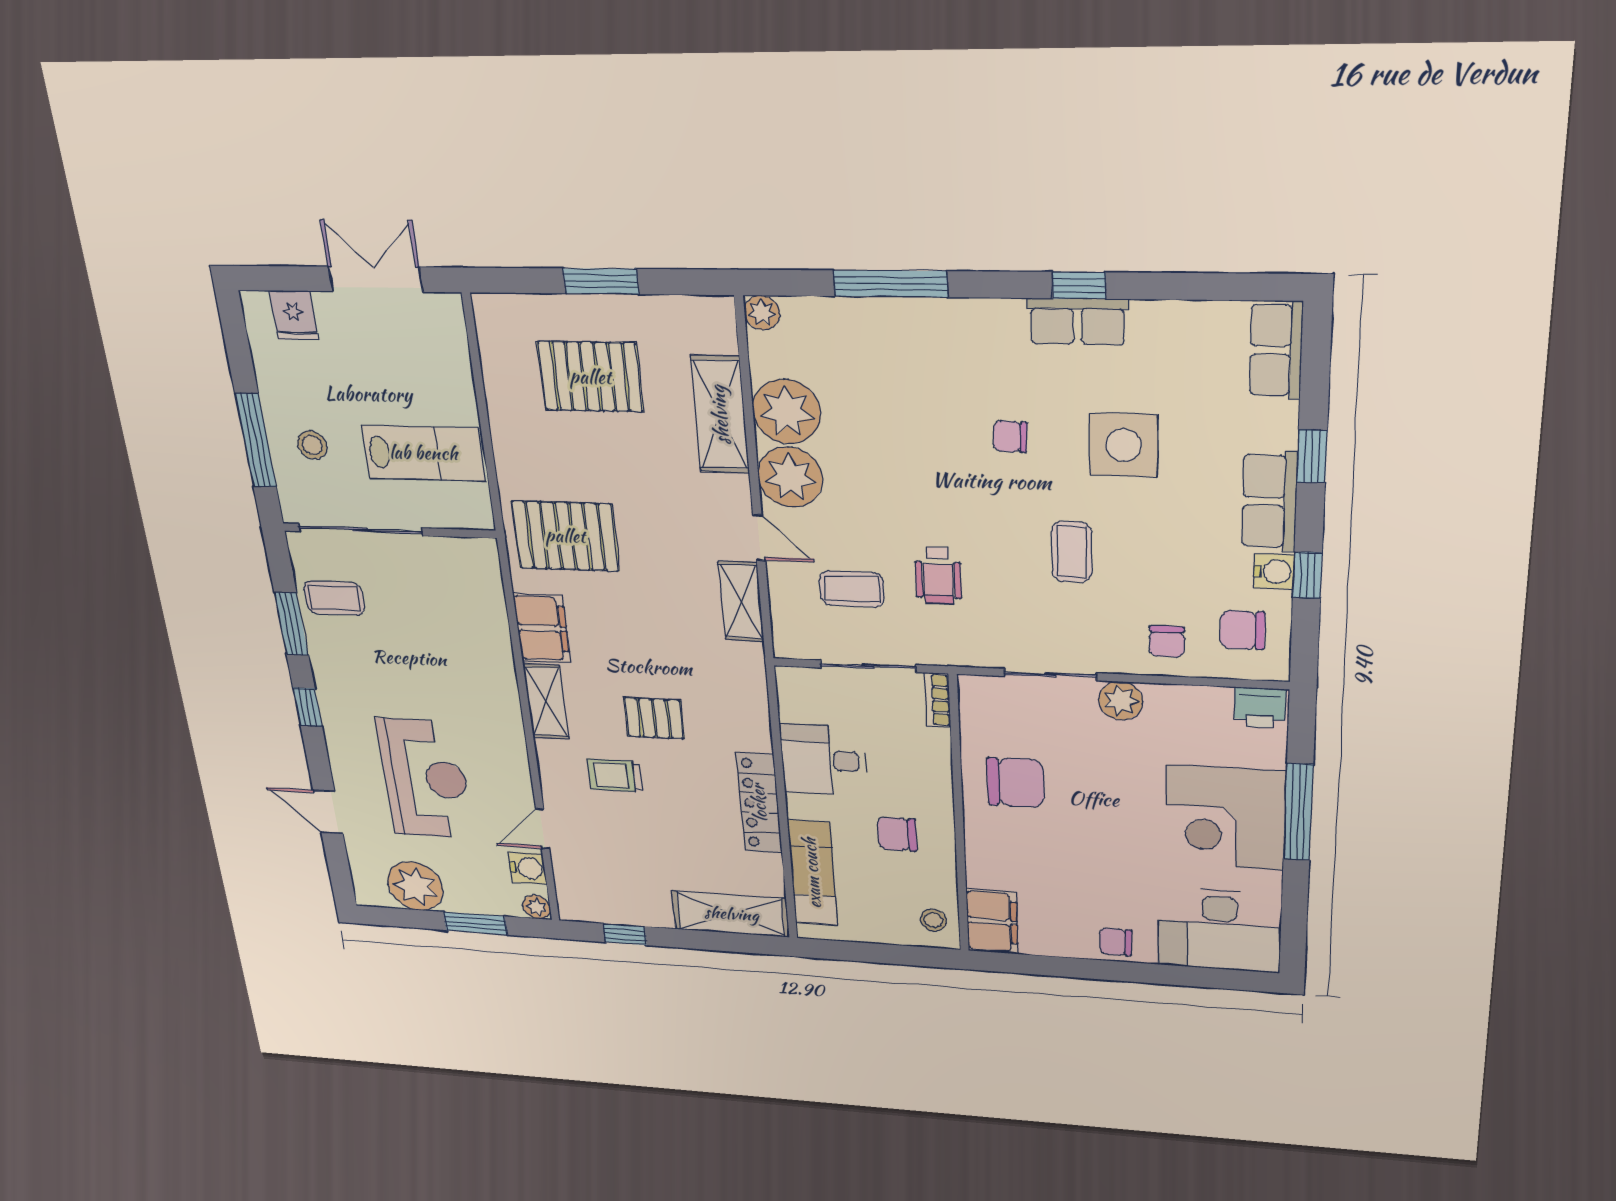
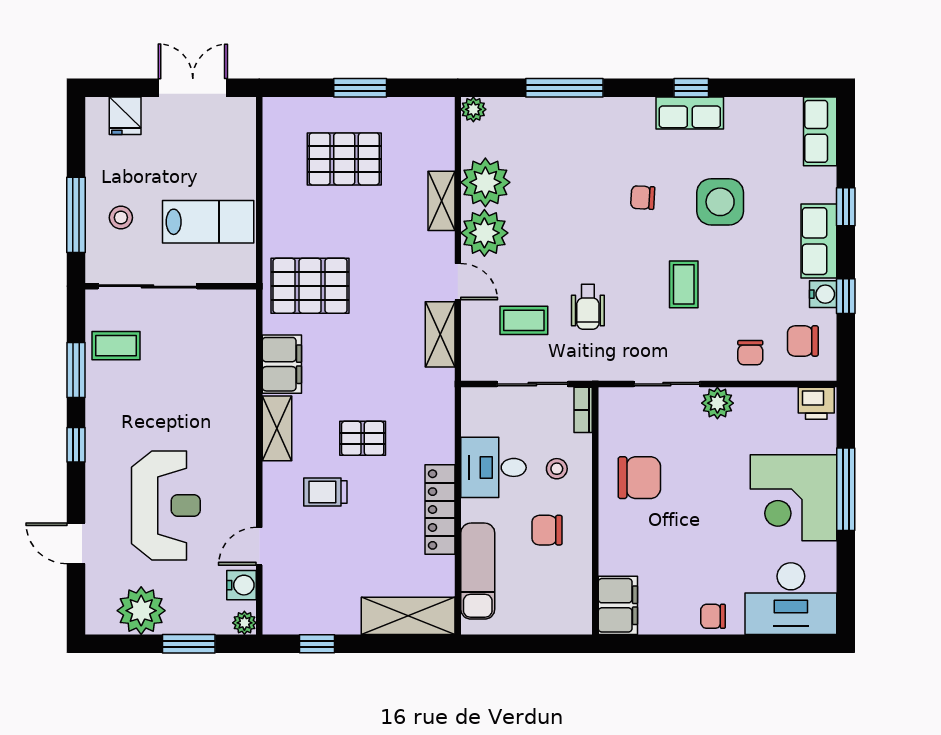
shelving: (720, 415) -> (441, 201), width x0.67, depth x0.75
stool: (934, 920) -> (557, 469), moved

